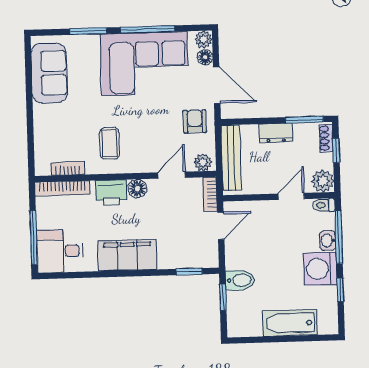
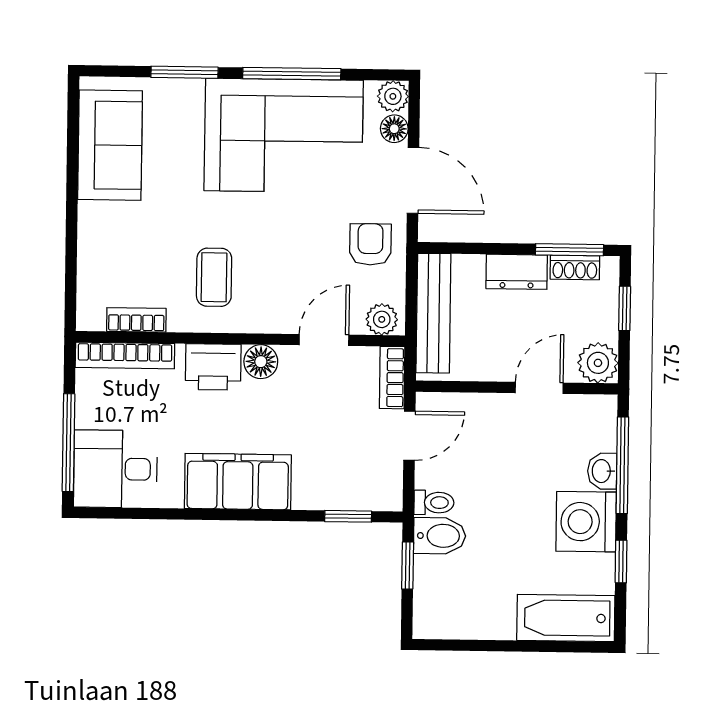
shoe rack: (326, 138) -> (575, 267), moved, turned -90
toilet: (324, 205) -> (434, 503), moved, turned 180
bathtub: (290, 323) -> (566, 618), moved

